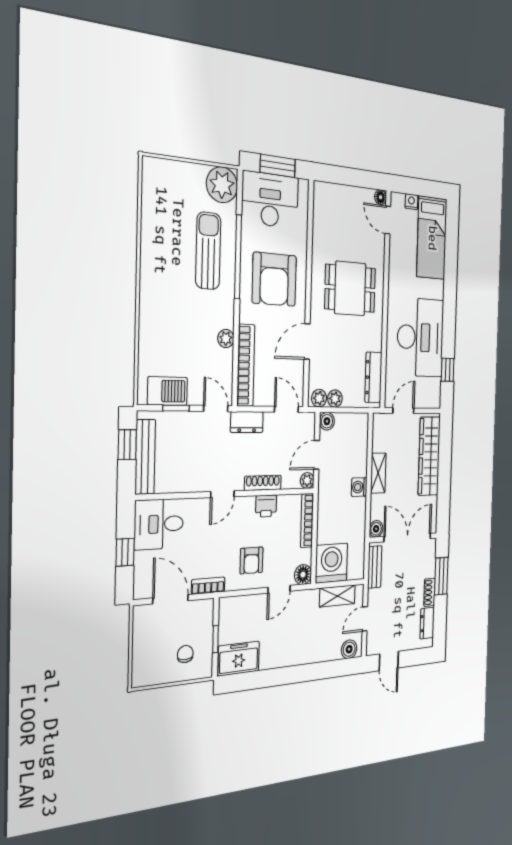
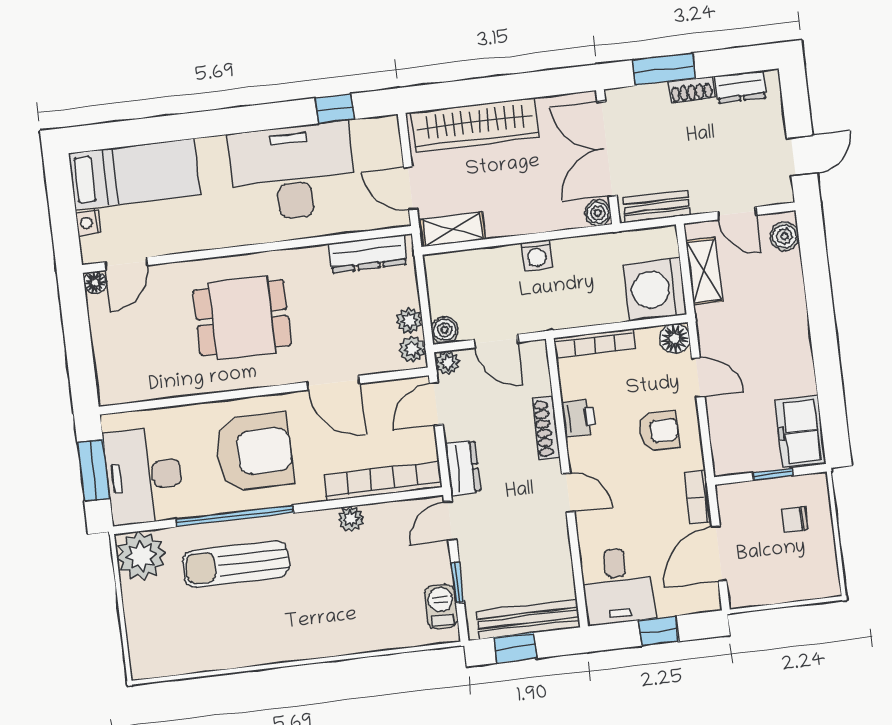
dining table: (350, 288) -> (242, 318), turned 90
barbecue: (167, 391) -> (441, 606), width x0.73, depth x0.79
shelving: (378, 473) -> (453, 229), moved
plant: (307, 480) -> (447, 363), moved

